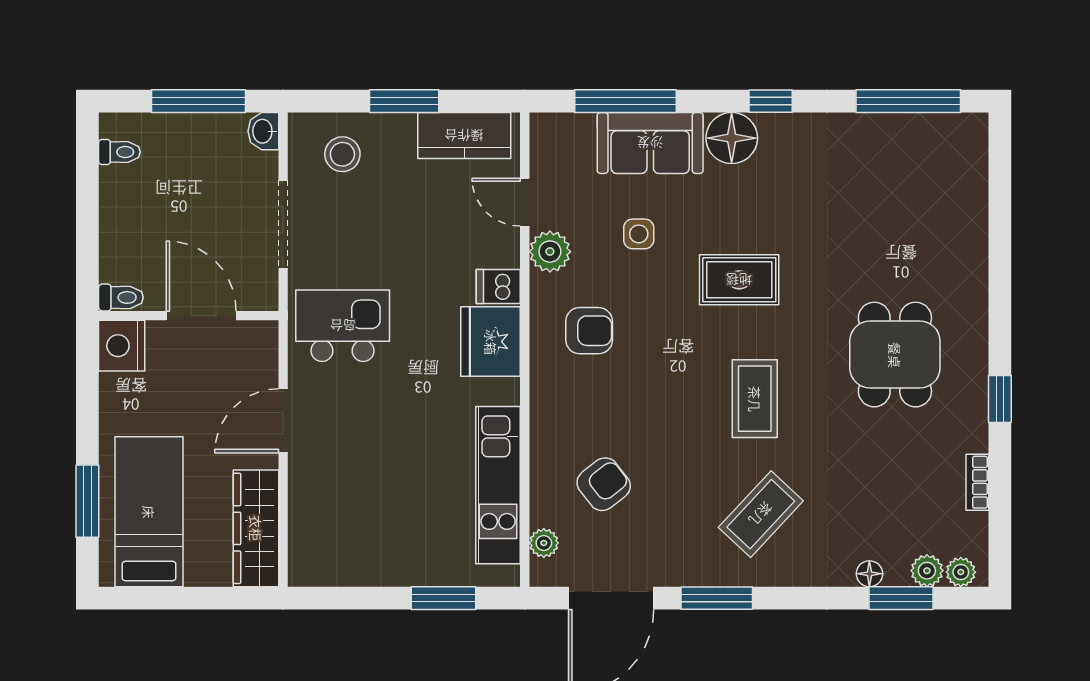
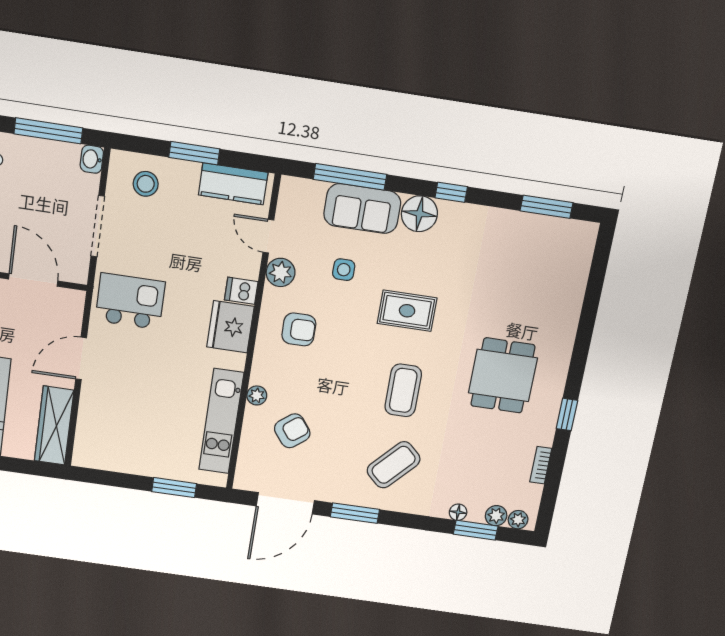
window: (908, 101) -> (547, 207), width x0.69
plant: (544, 543) -> (257, 395), moved

